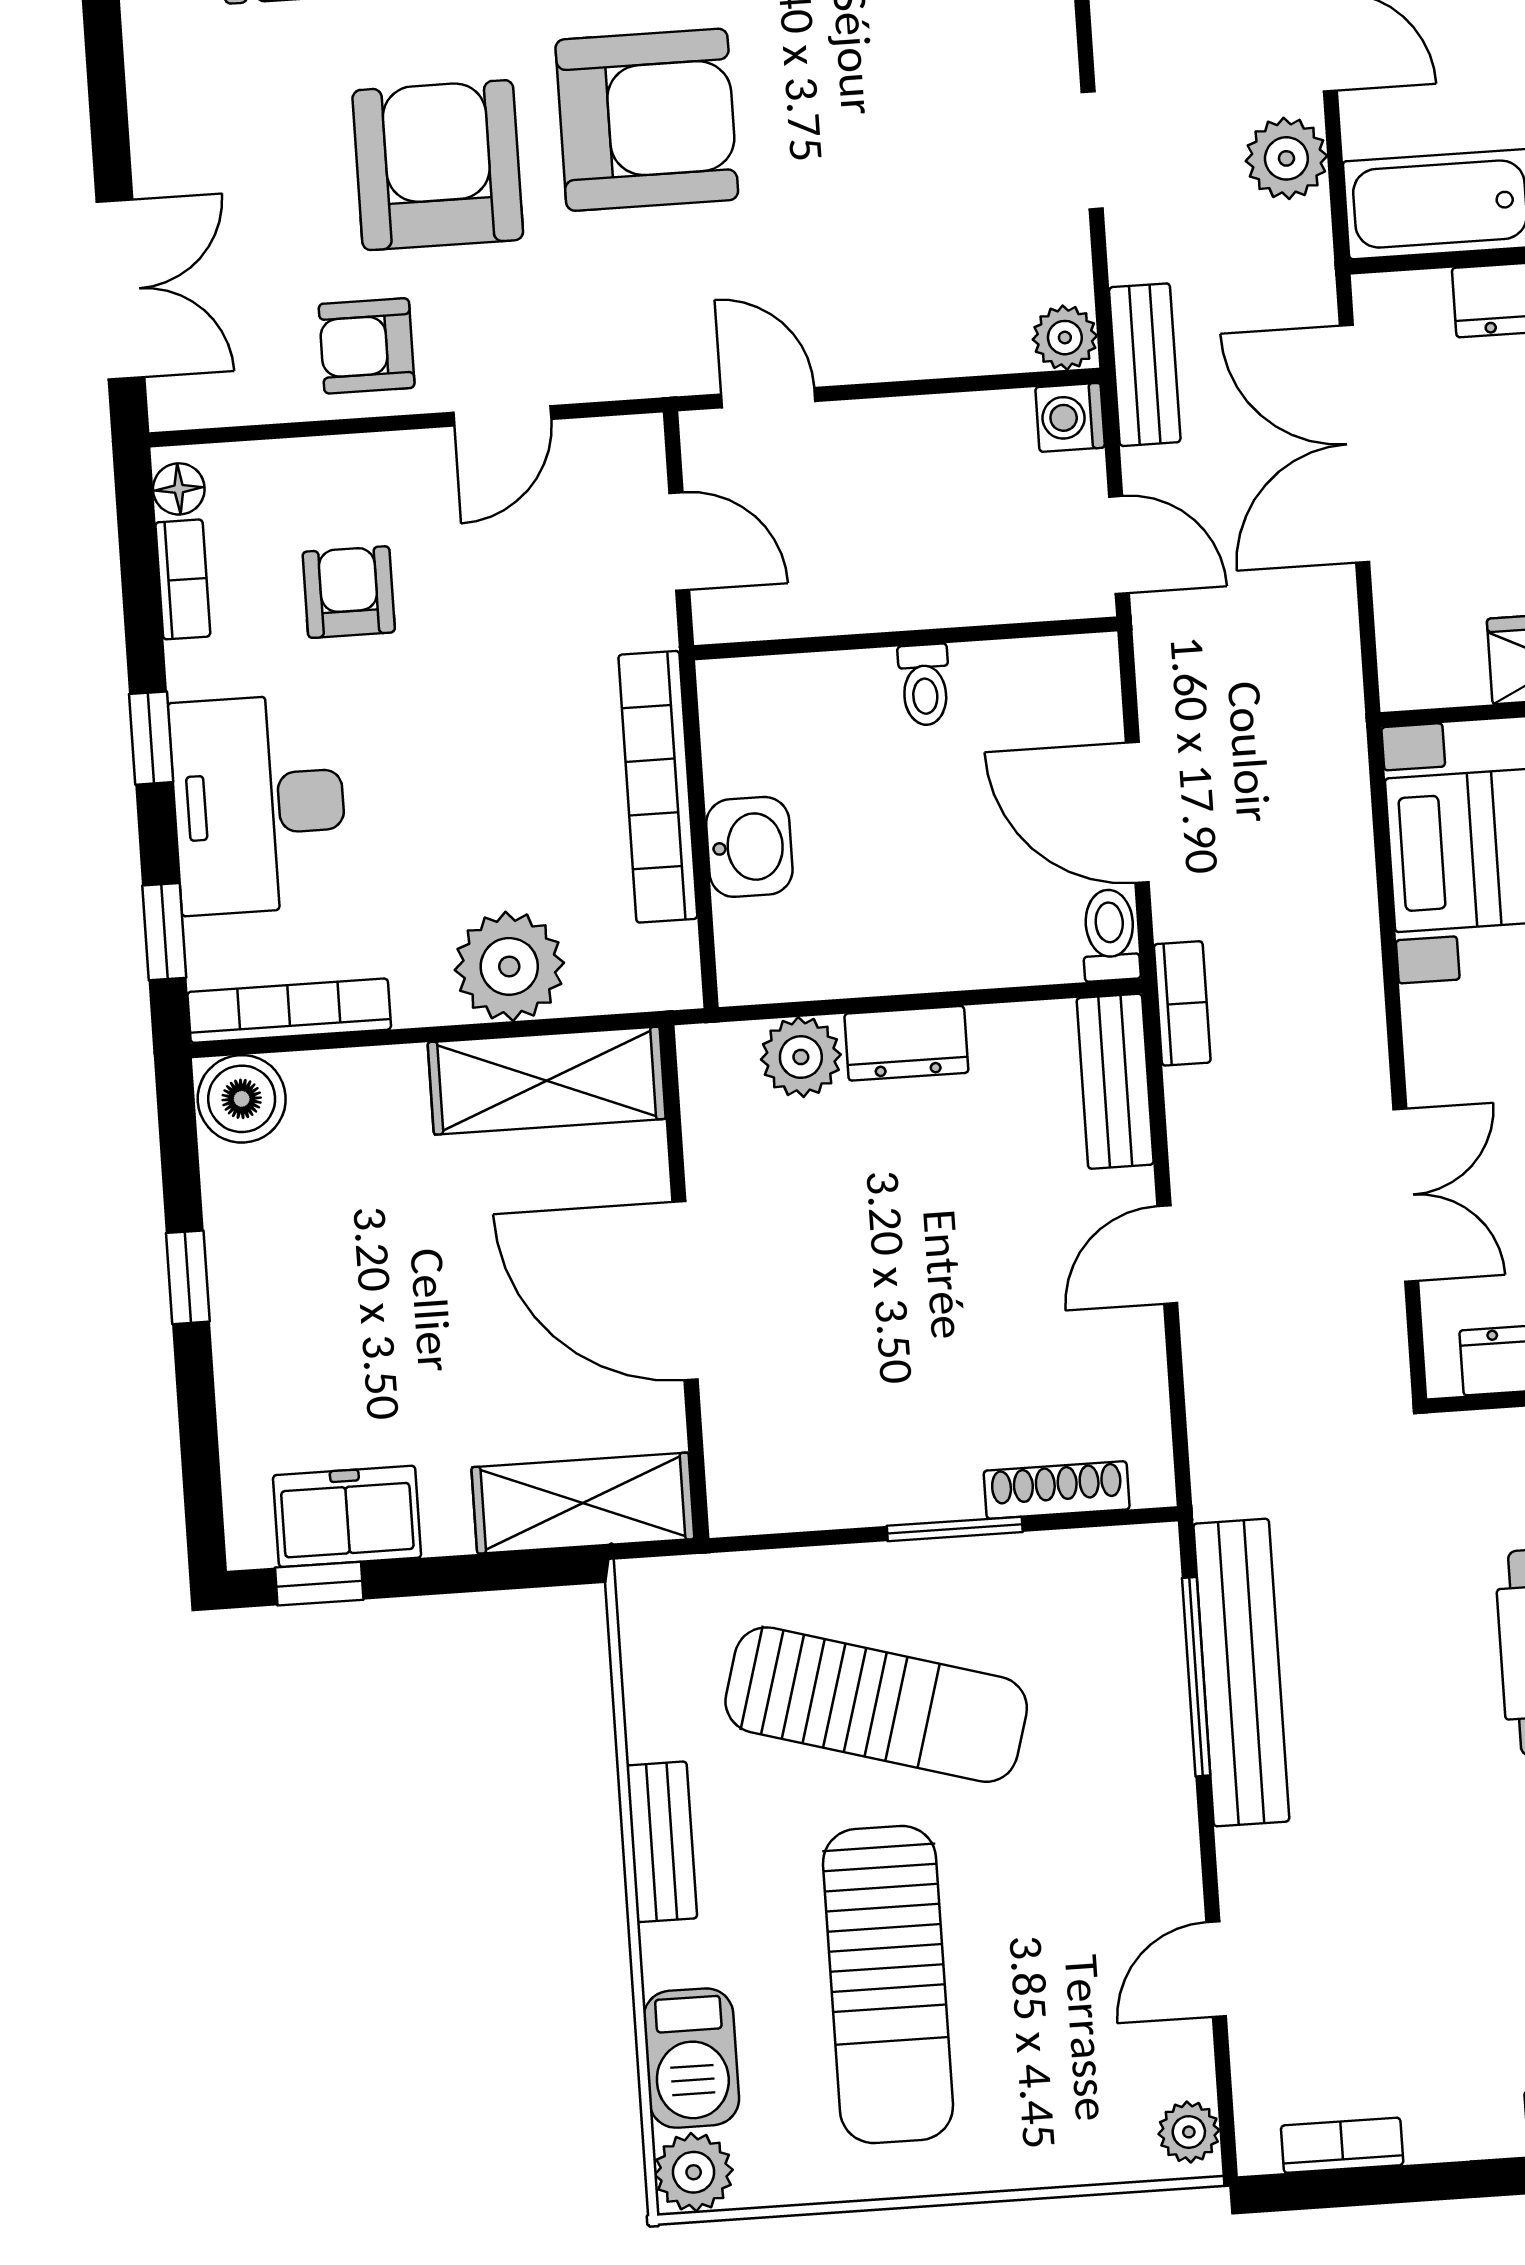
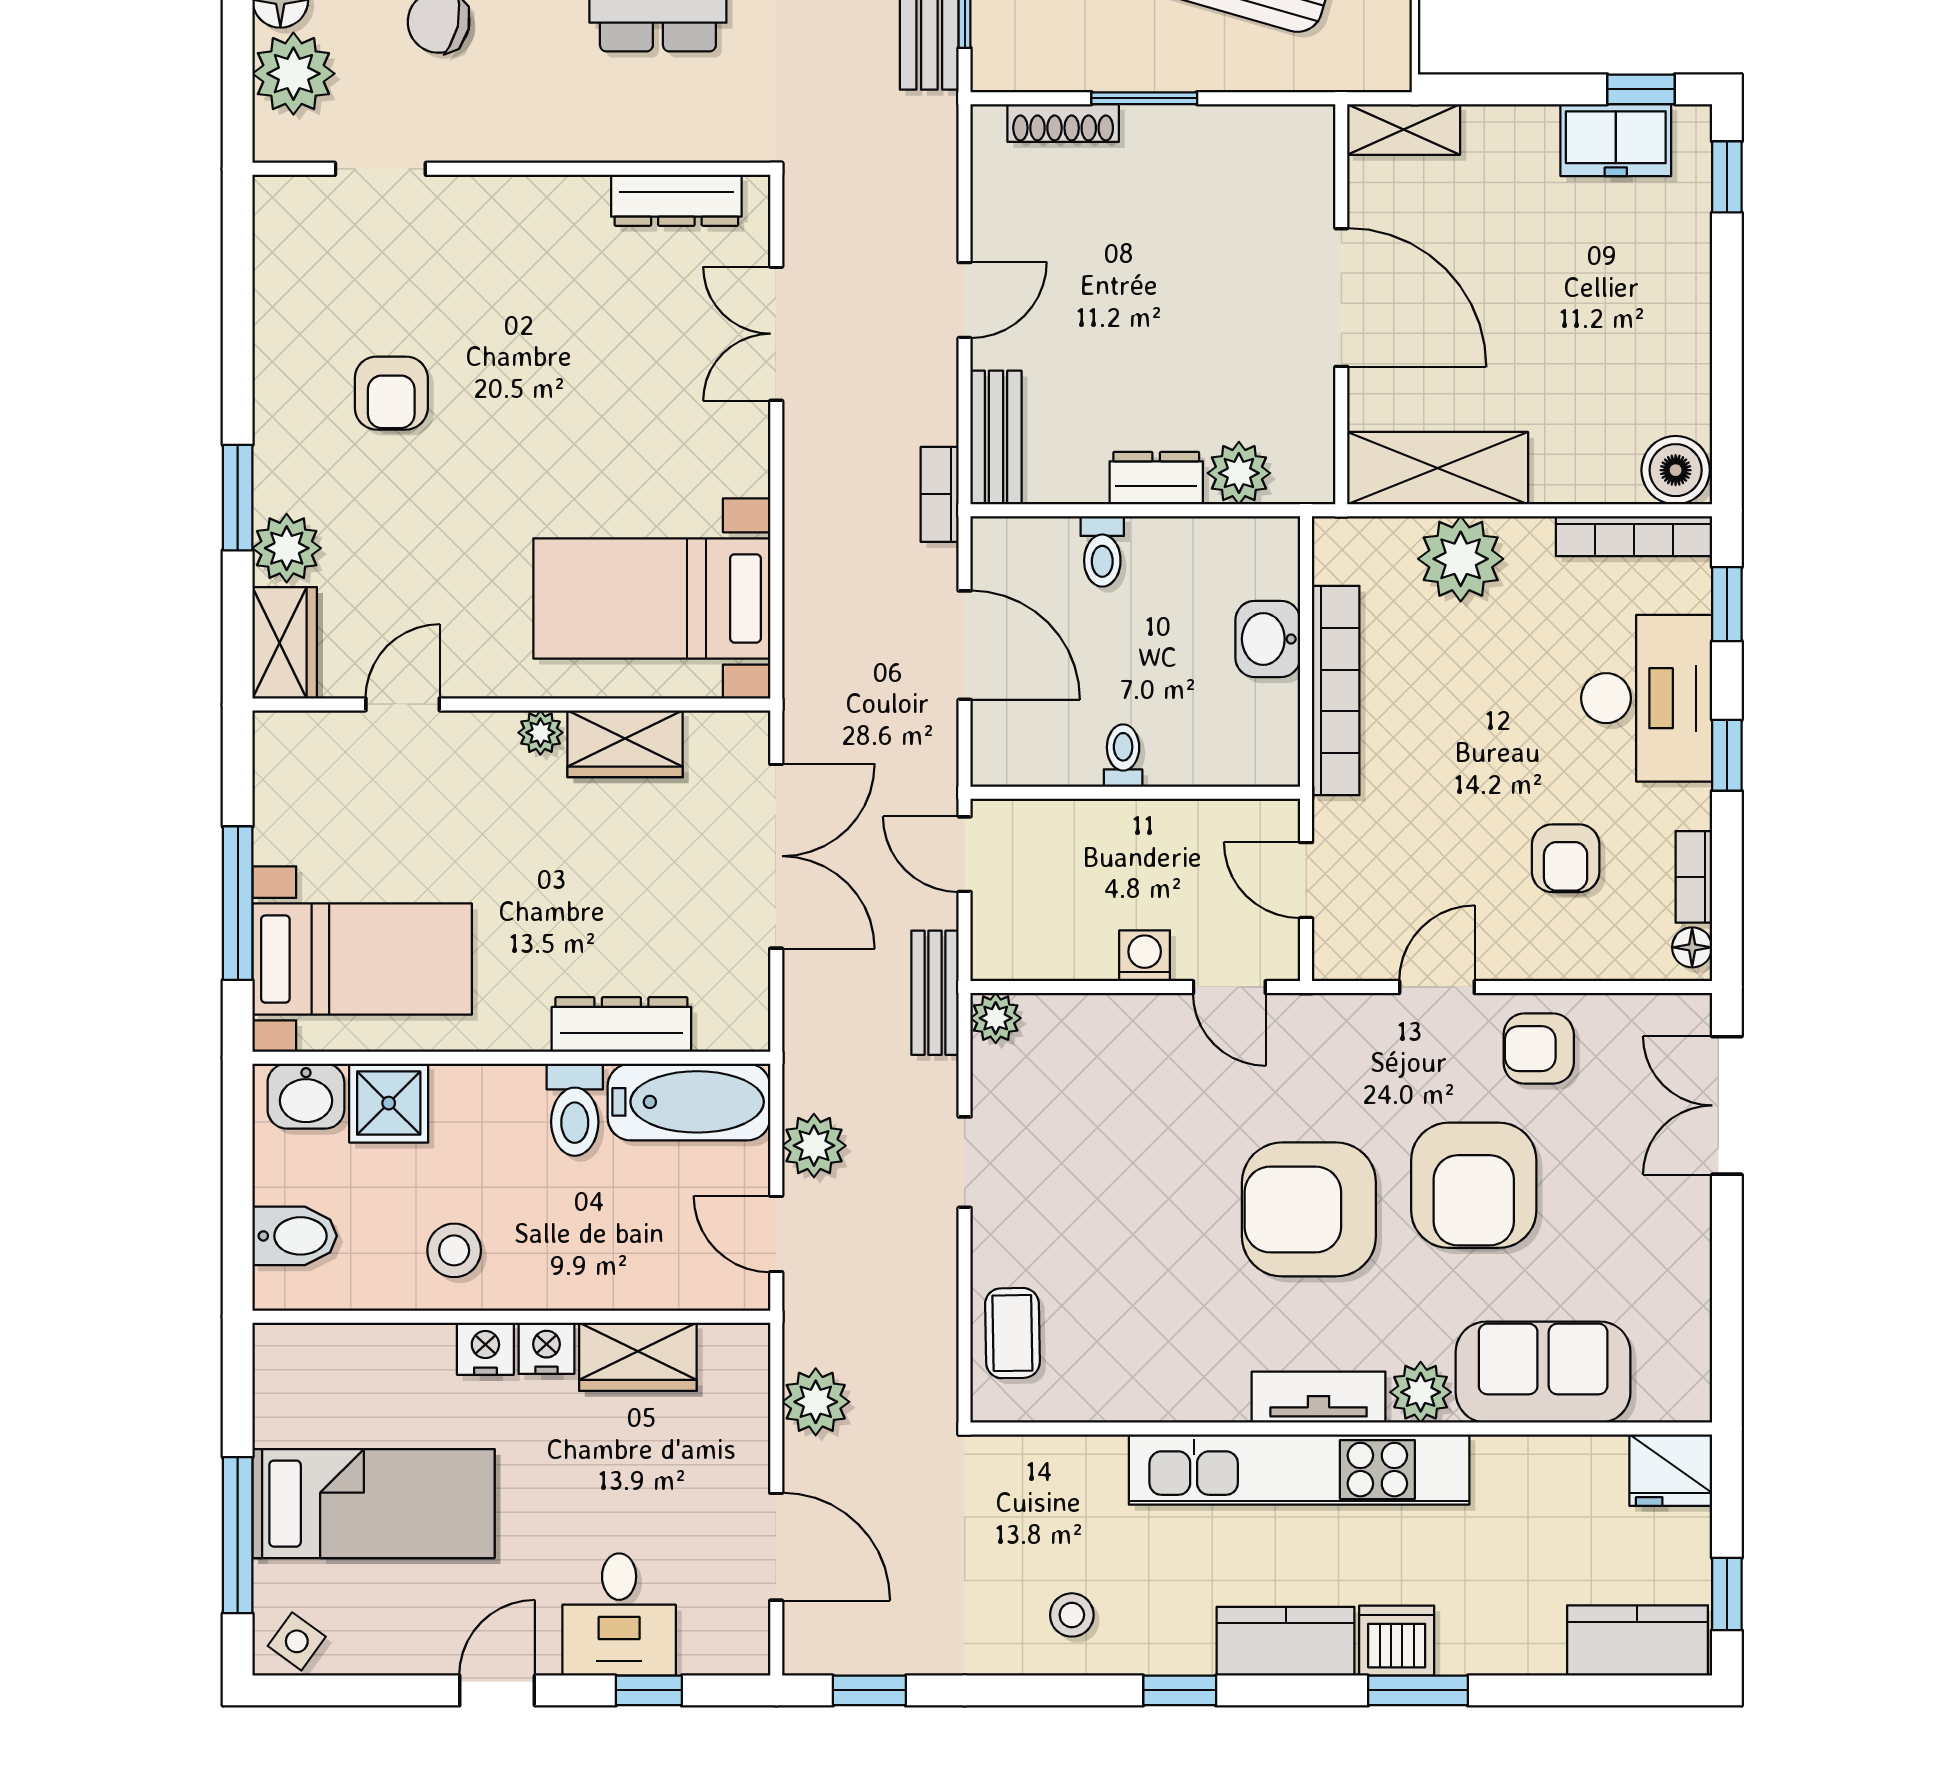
armchair: (367, 346) -> (1539, 1049), turned 180
washing machine: (1070, 417) -> (1145, 956), moved, turned -90
double door: (1354, 444) -> (776, 856), moved
toilet: (1110, 935) -> (1102, 551), moved
window: (188, 1277) -> (1727, 177), moved
shelving: (583, 1503) -> (1404, 129), width x0.67, depth x0.75

